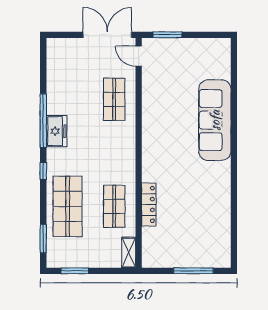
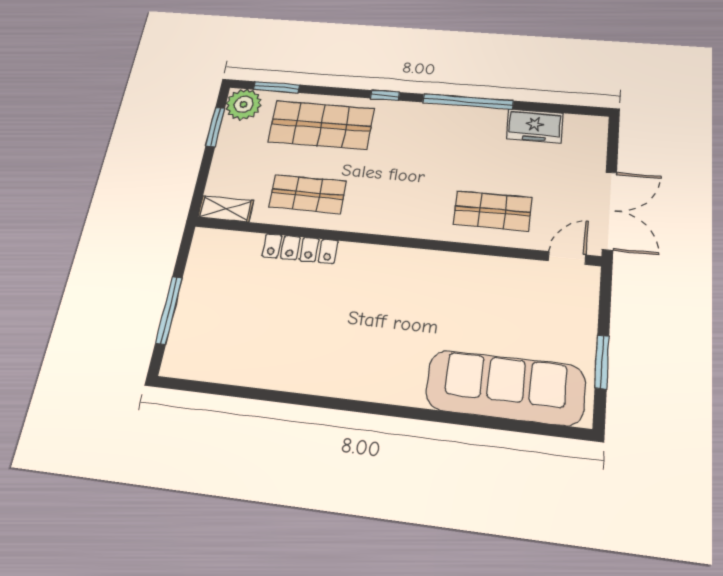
window: (168, 35) -> (602, 362), moved
sofa: (215, 120) -> (506, 388), moved
freezer: (57, 131) -> (535, 126), moved
plant: (57, 257) -> (244, 104), added

